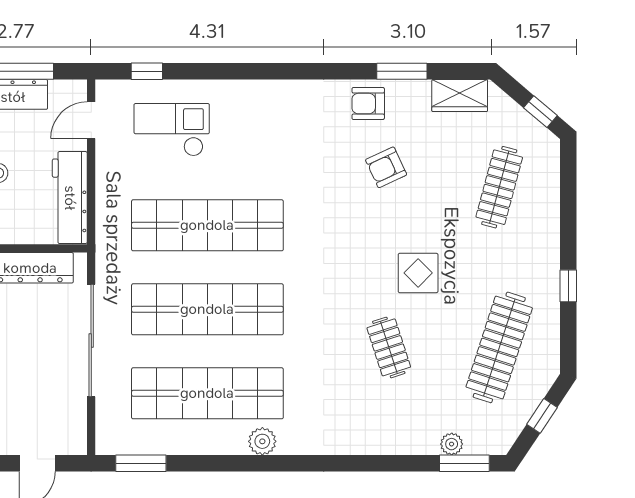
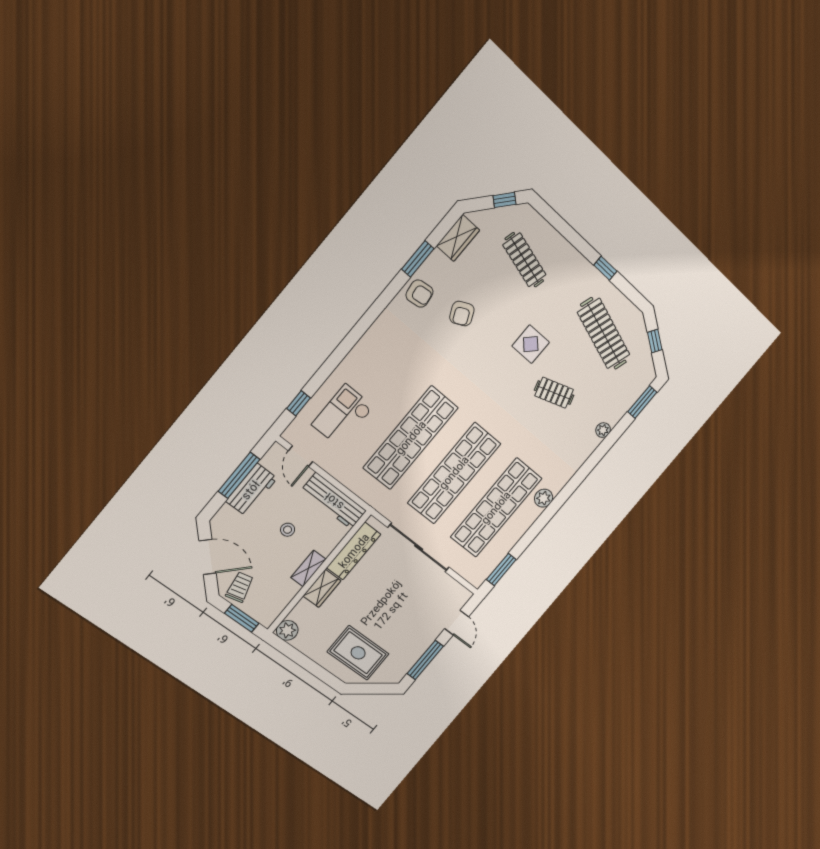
armchair: (368, 104) -> (419, 294), turned -98
plant: (452, 444) -> (603, 430), moved

